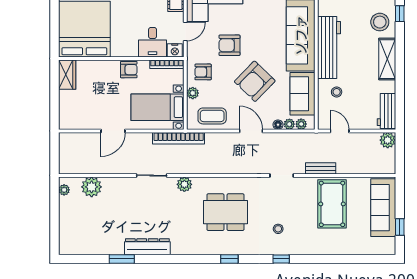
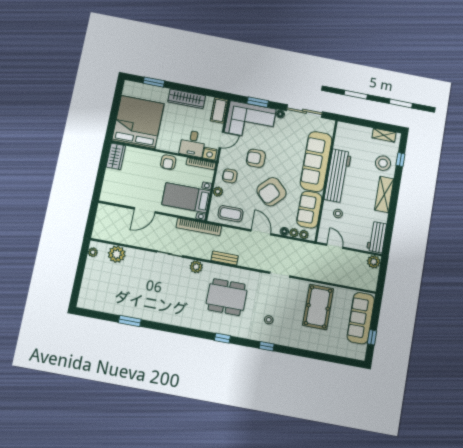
armchair: (129, 70) -> (168, 162), turned 90
bench: (321, 168) -> (225, 258), moved
dresser: (147, 247) -> (154, 314), removed

